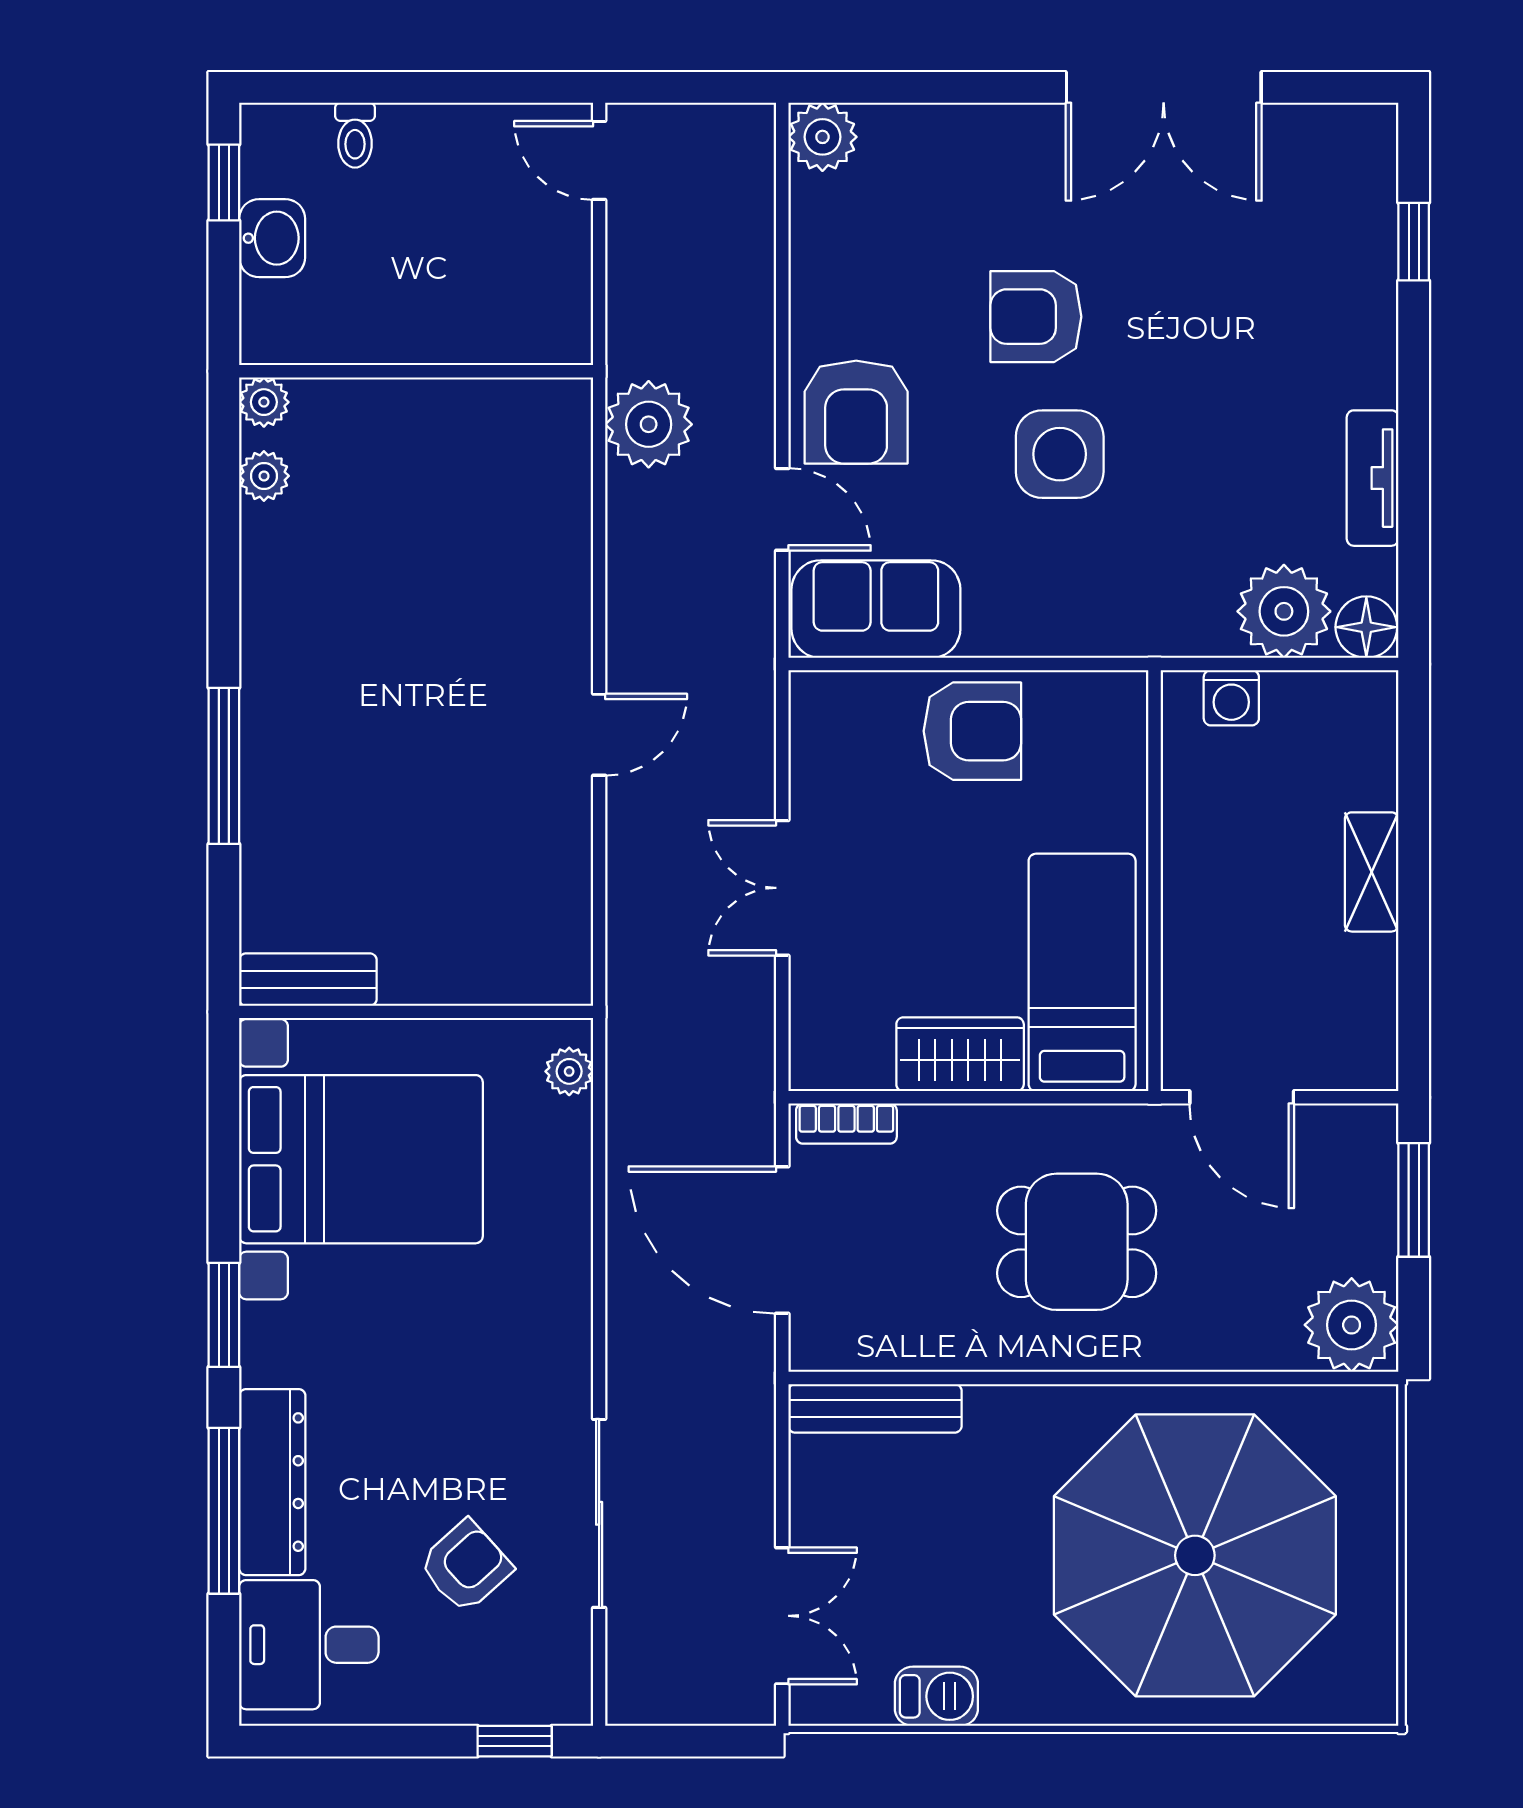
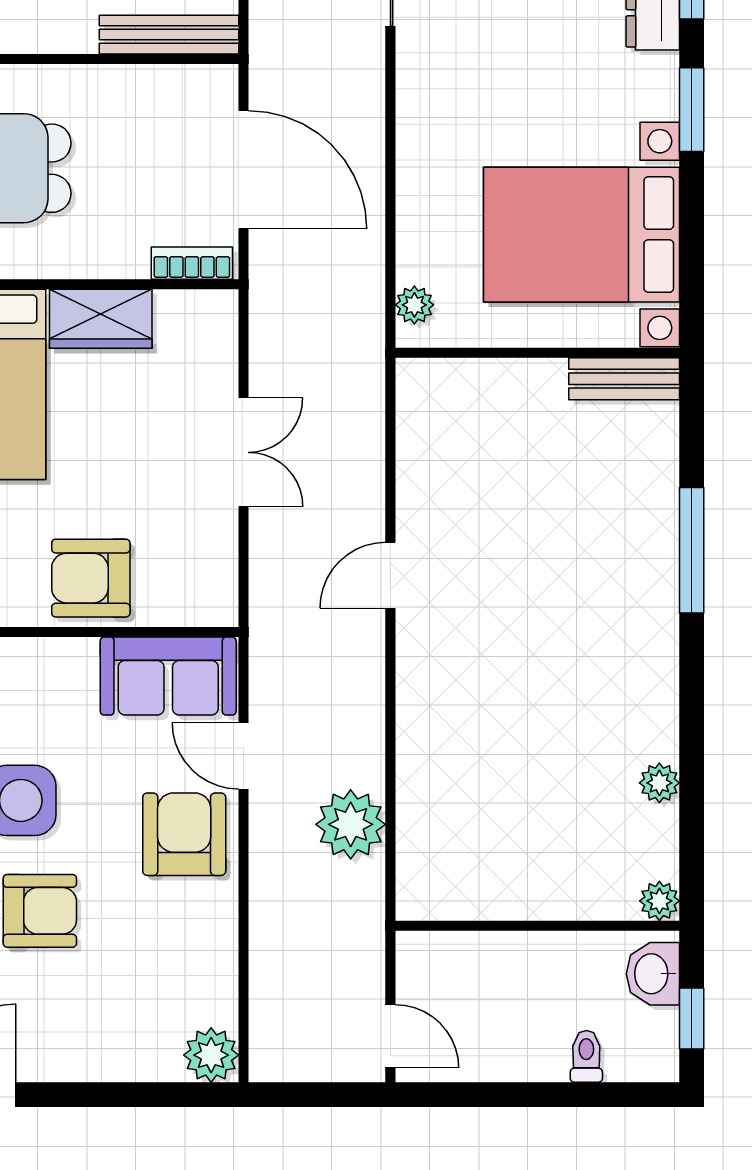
wall: (416, 371) -> (537, 926), moved
plant: (264, 402) -> (659, 901), moved

